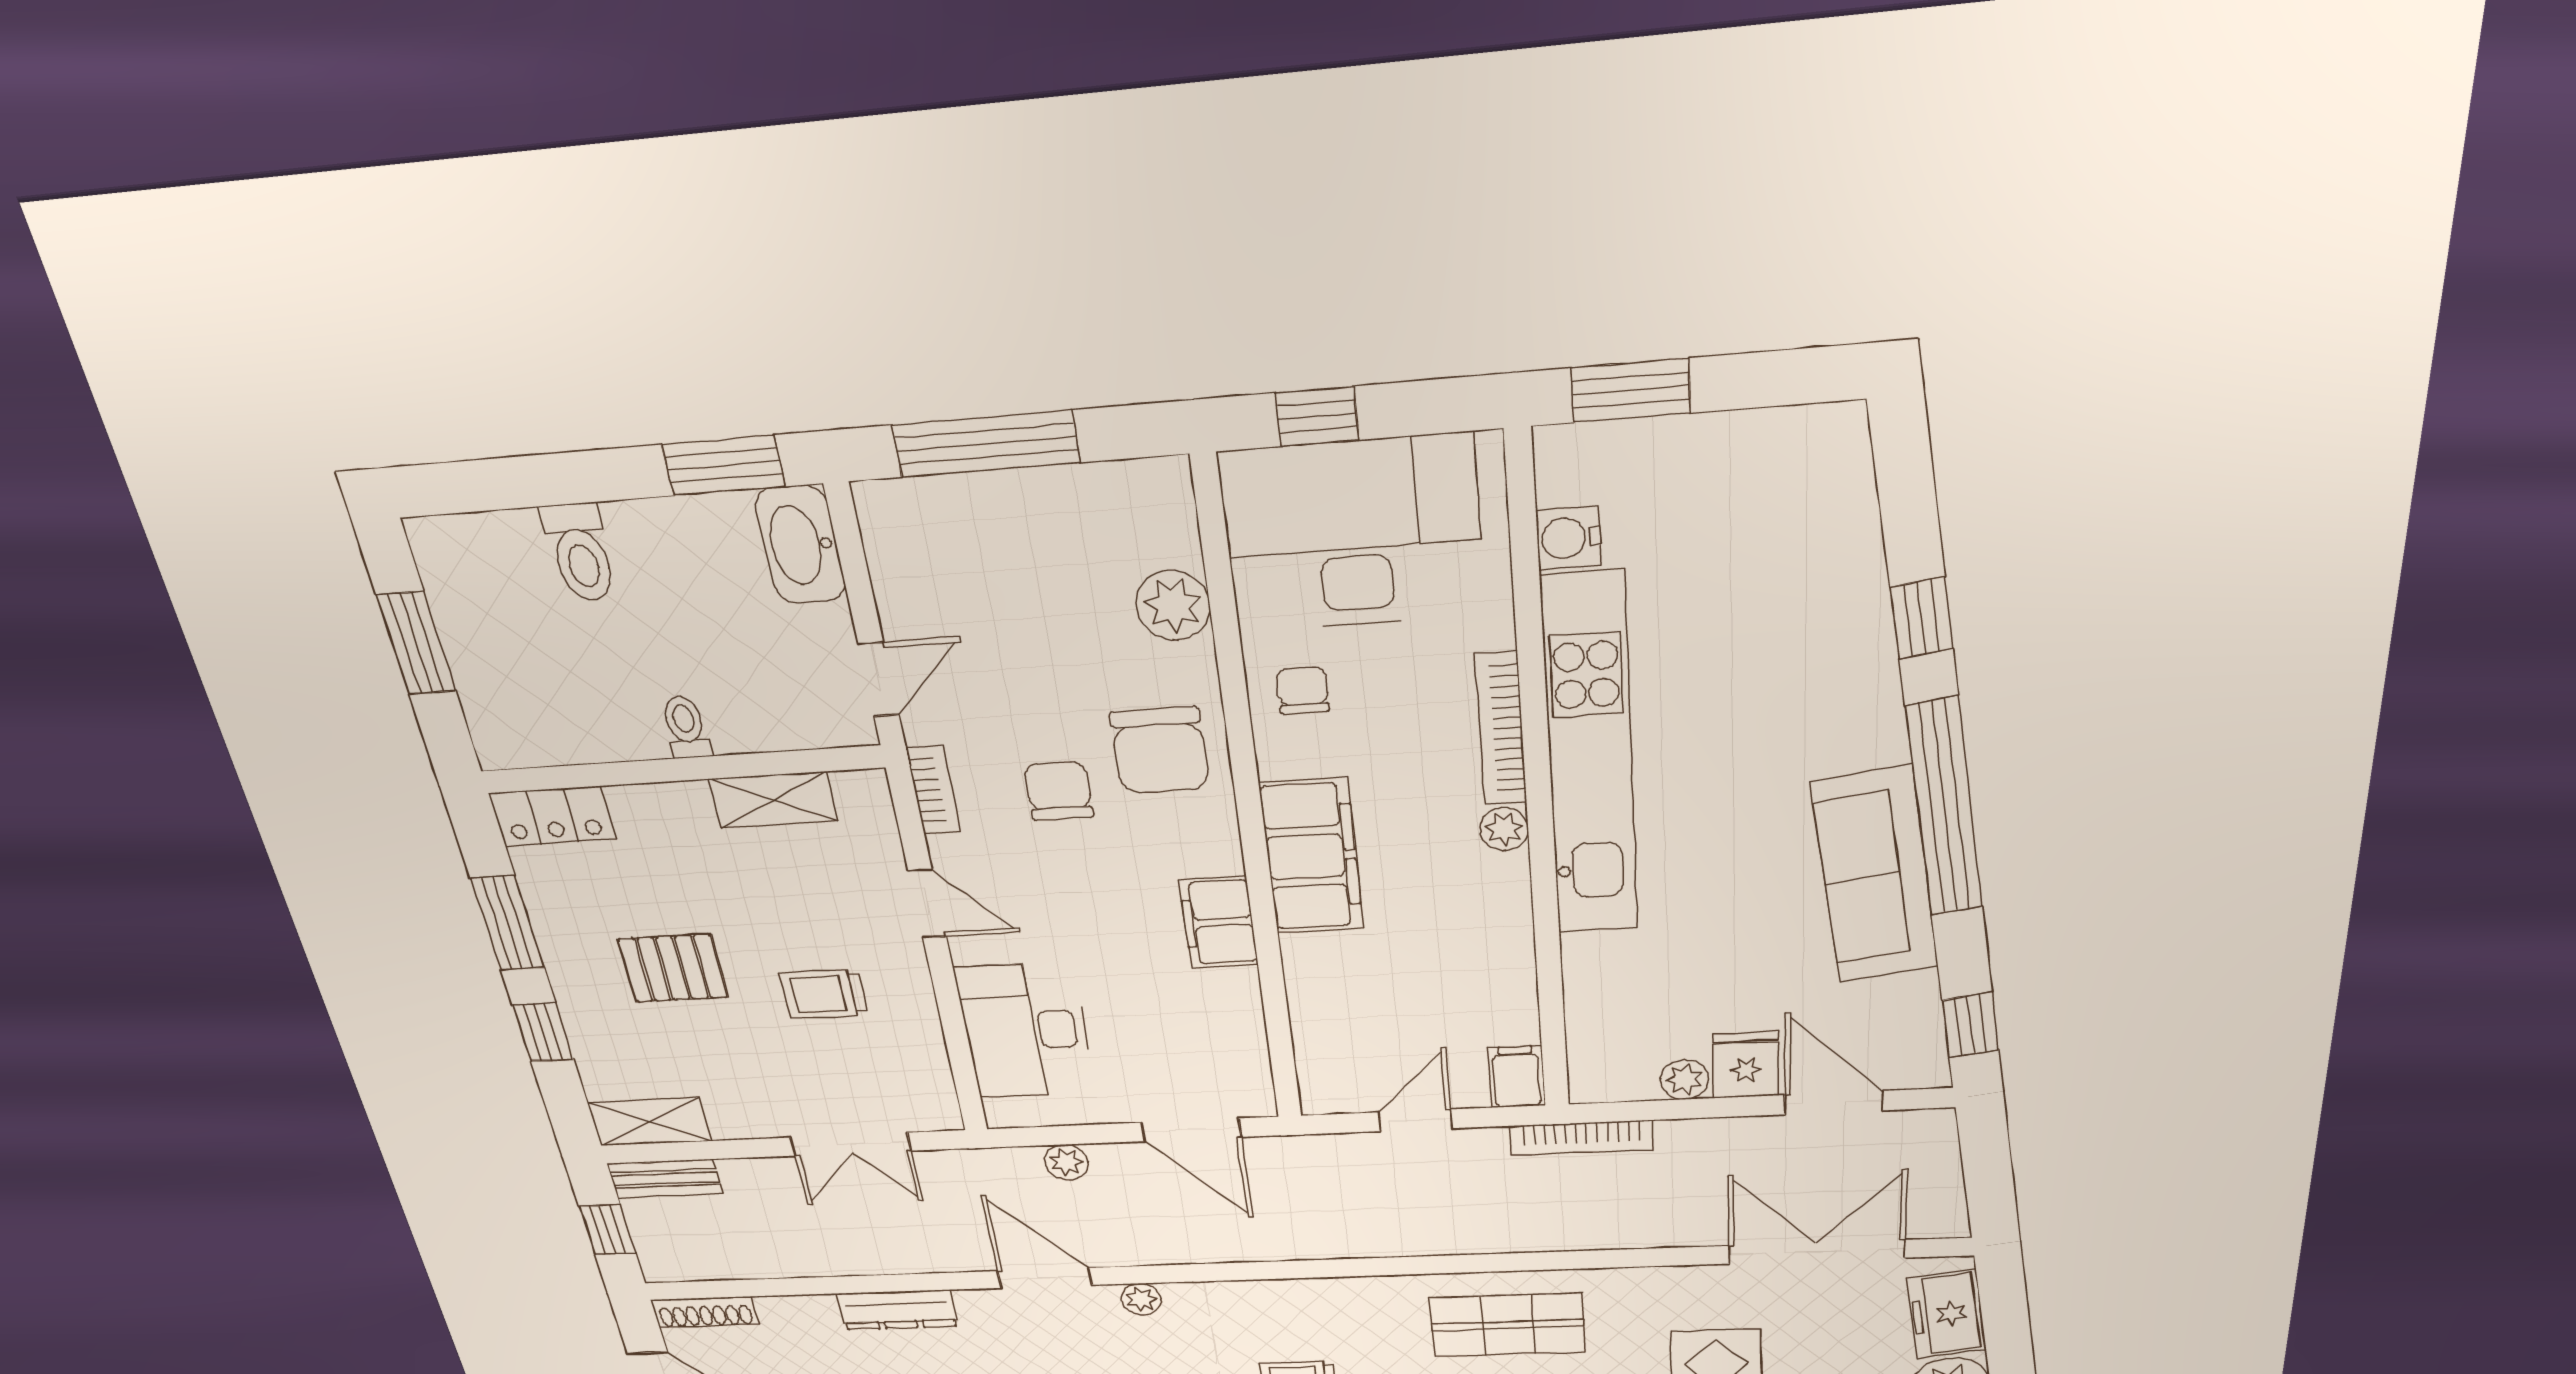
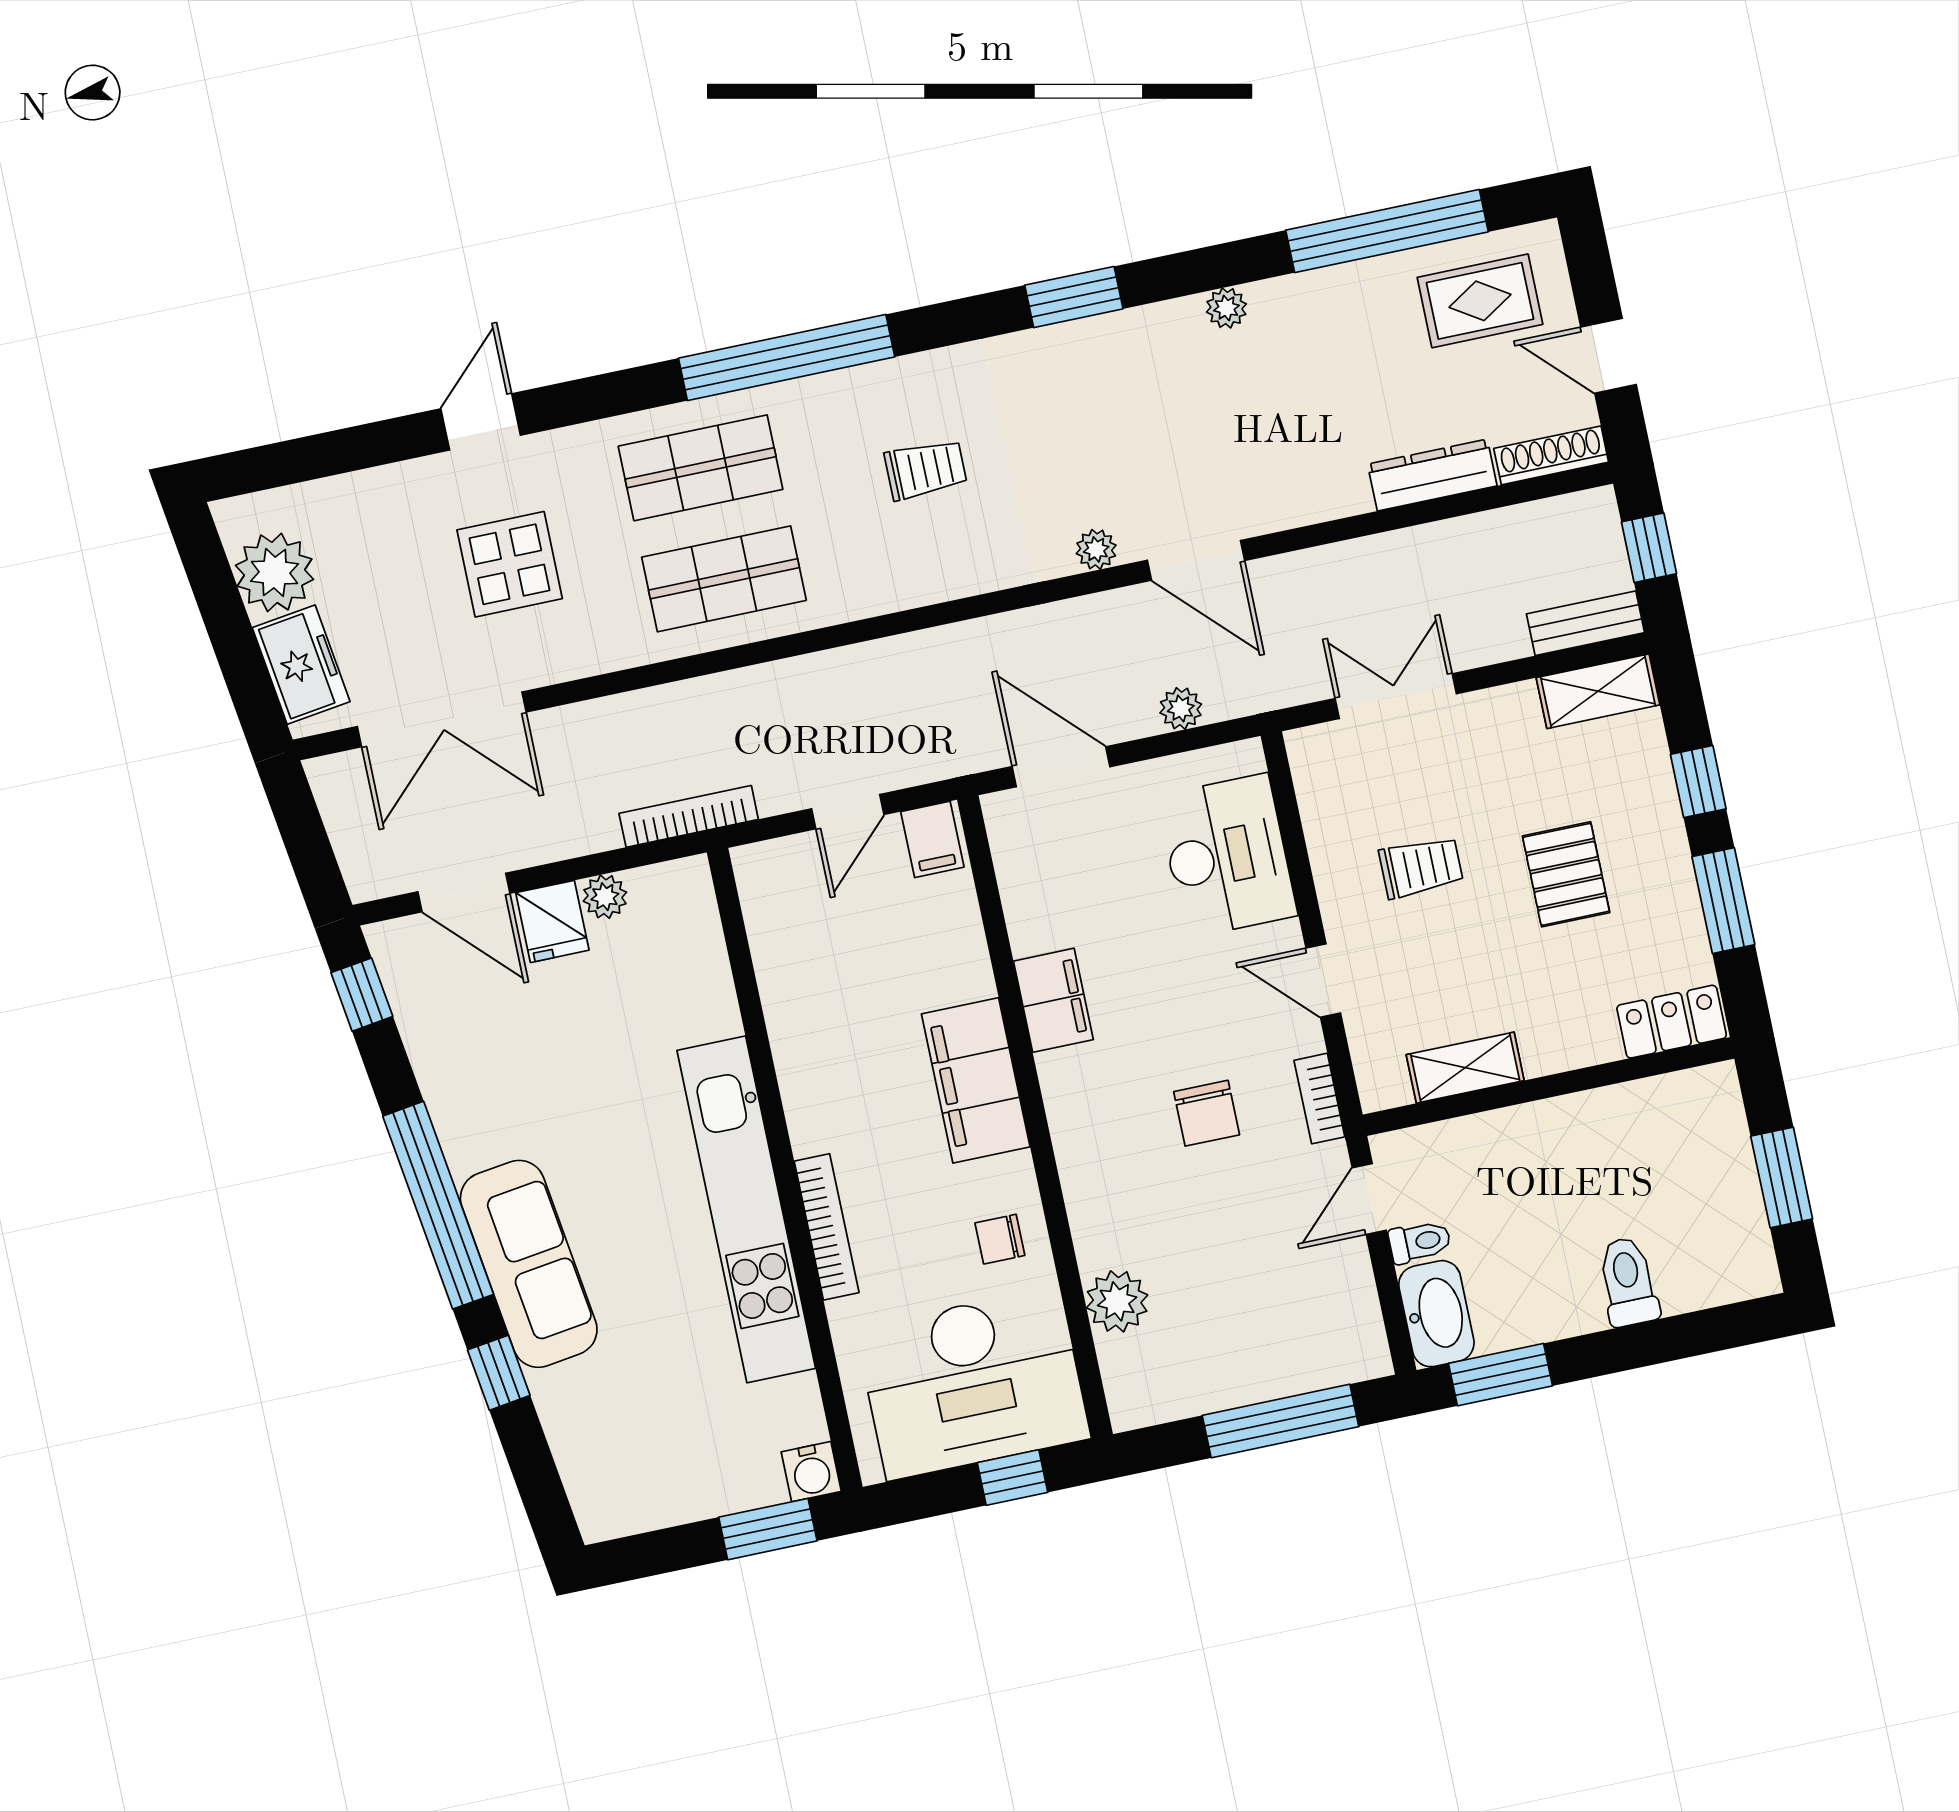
water cooler: (1568, 538) -> (811, 1472), moved, turned 90
chair: (1303, 690) -> (1000, 1239), turned 90
toilet: (686, 727) -> (1420, 1242), moved, turned -90
chair: (1160, 751) -> (1119, 1165), removed
plant: (1504, 829) -> (810, 1132), removed
sofa: (1875, 876) -> (529, 1264), moved
pallet: (673, 968) -> (1566, 874), turned 90
filing cabinet: (1517, 1077) -> (932, 839), moved
dresser: (897, 1310) -> (1432, 475), moved

